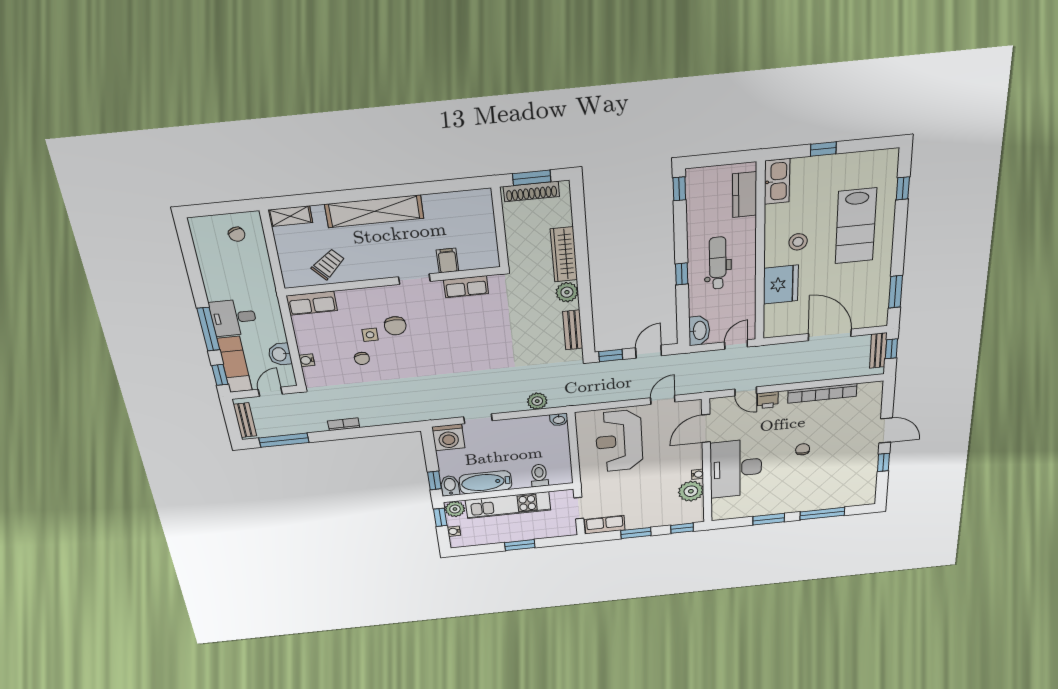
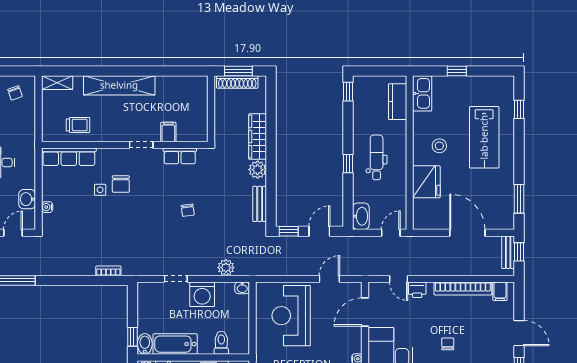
trolley: (328, 264) -> (78, 125), turned 42
row of seats: (312, 303) -> (69, 157), width x1.48
chair: (362, 358) -> (188, 210), moved
filing cabinet: (866, 392) -> (500, 291), added
bookcase: (344, 424) -> (108, 271), moved
washing machine: (448, 437) -> (202, 294), moved

